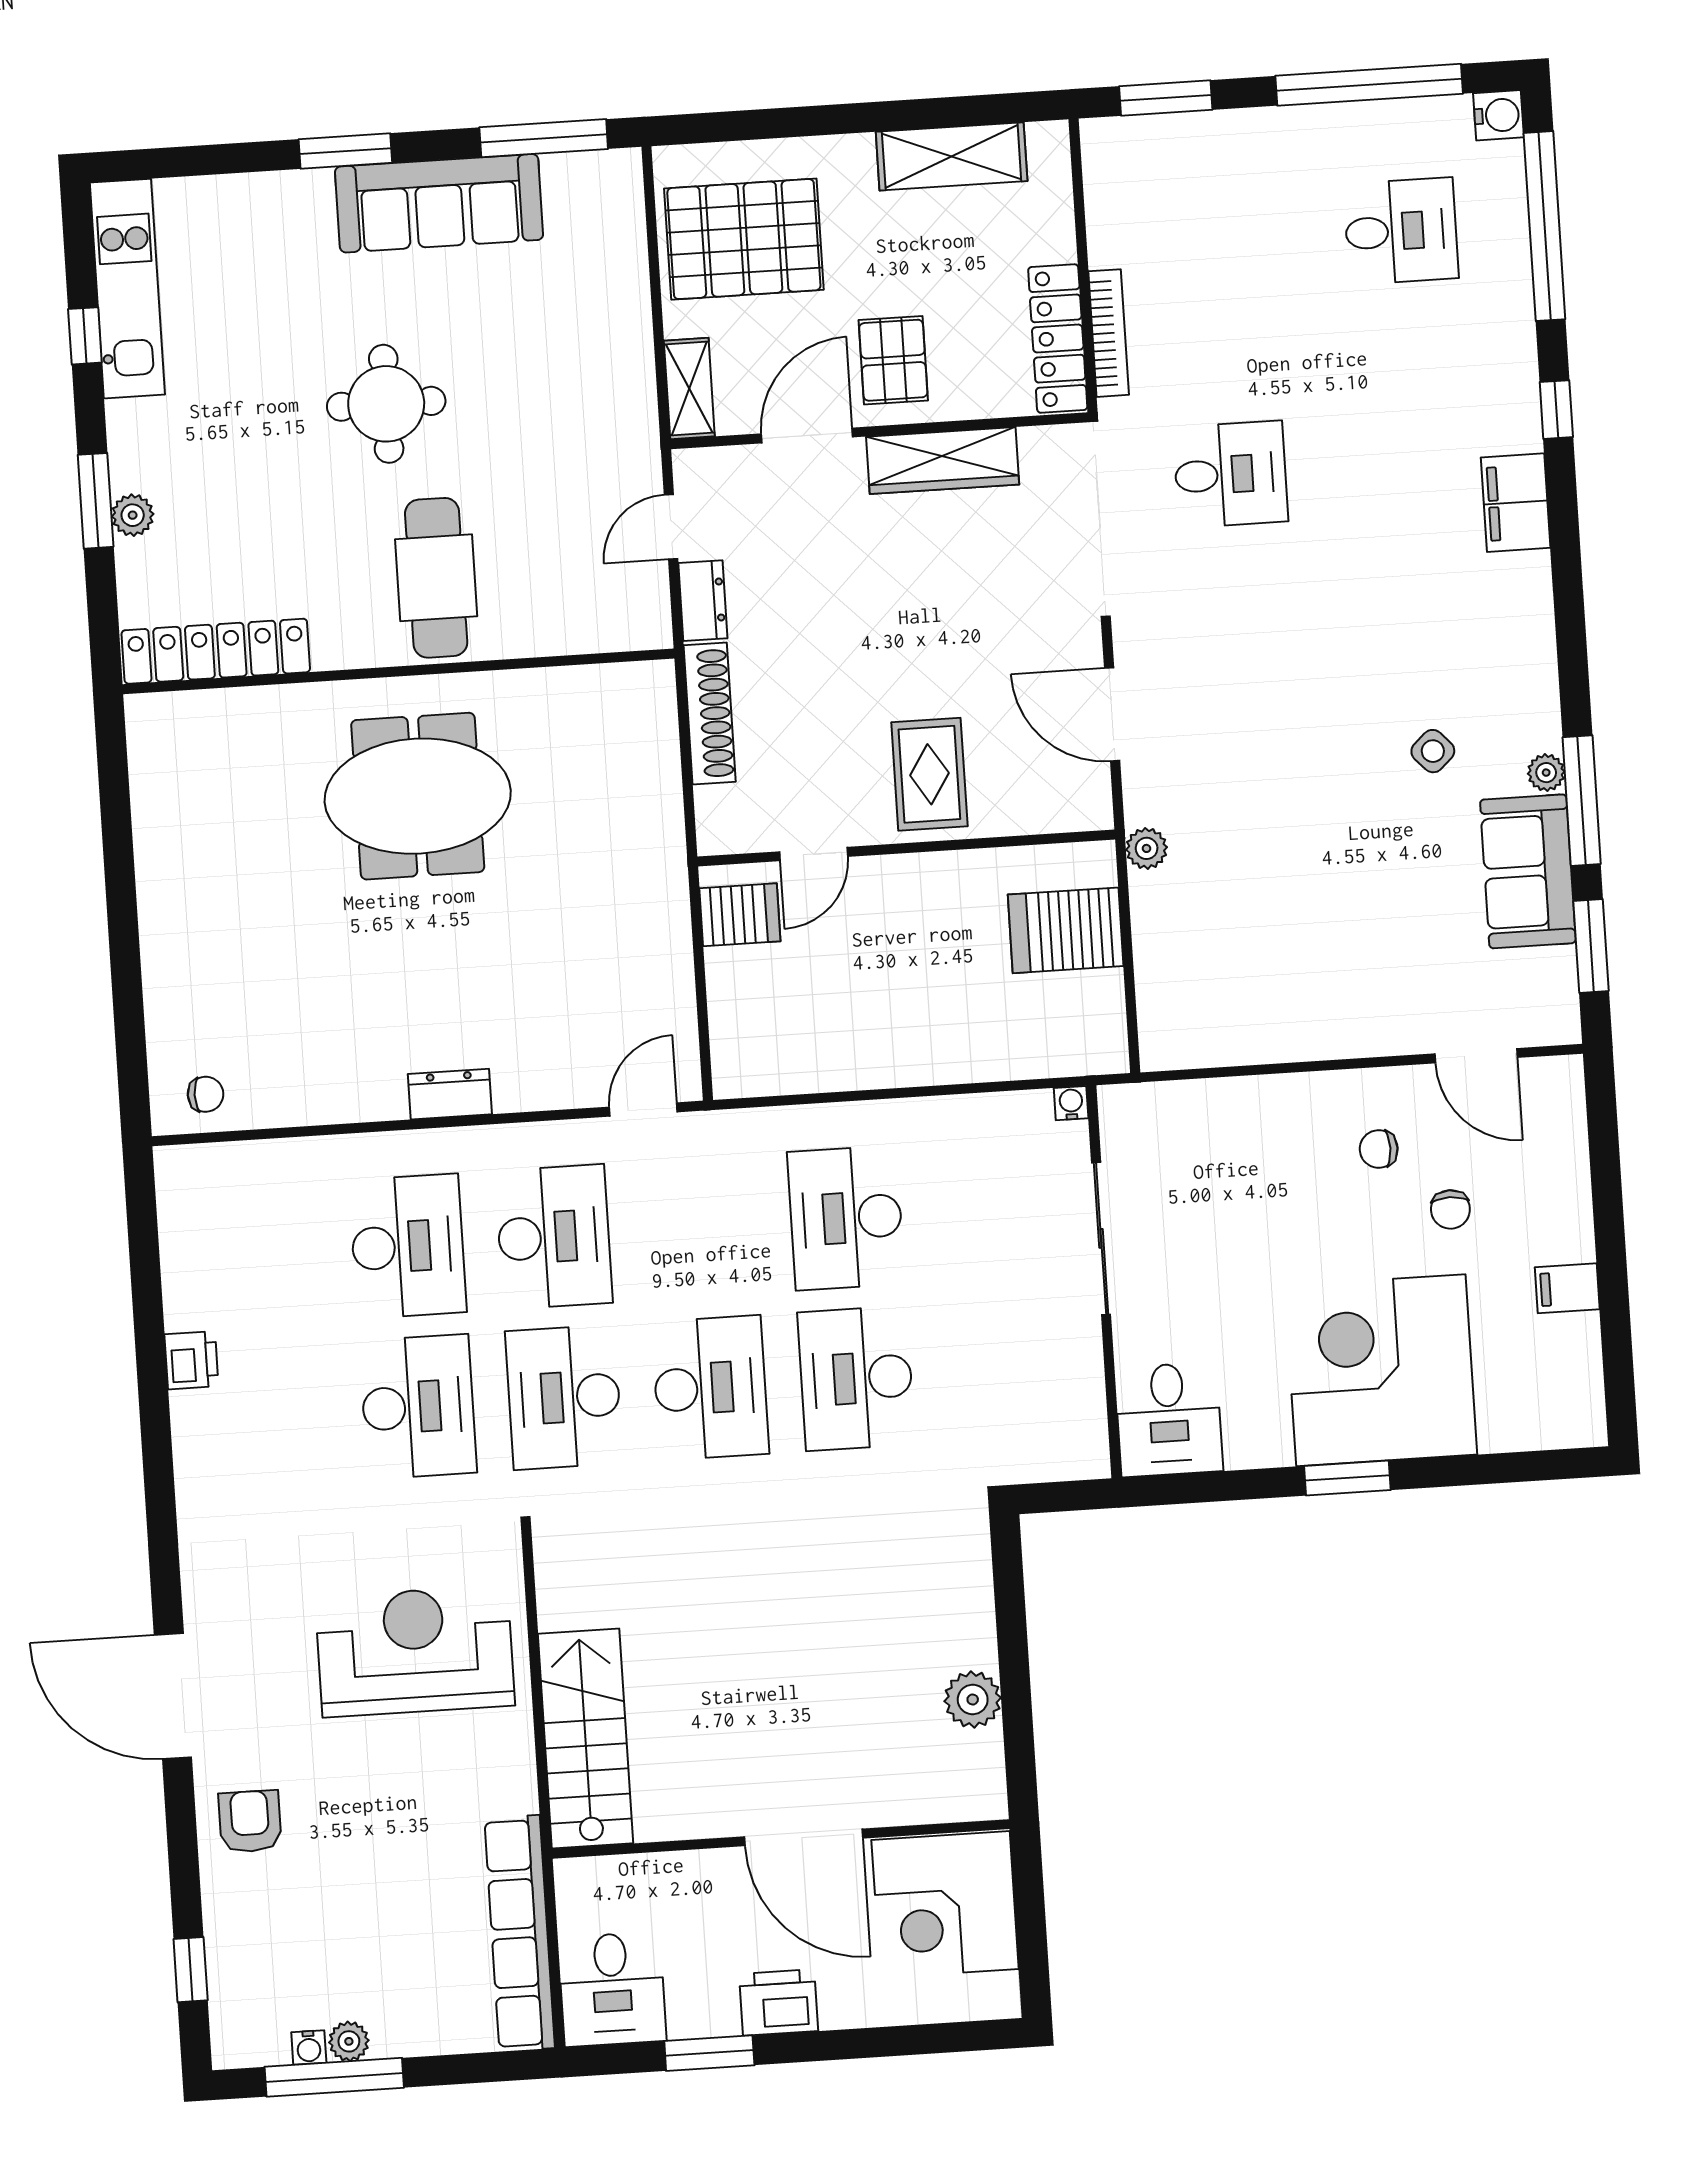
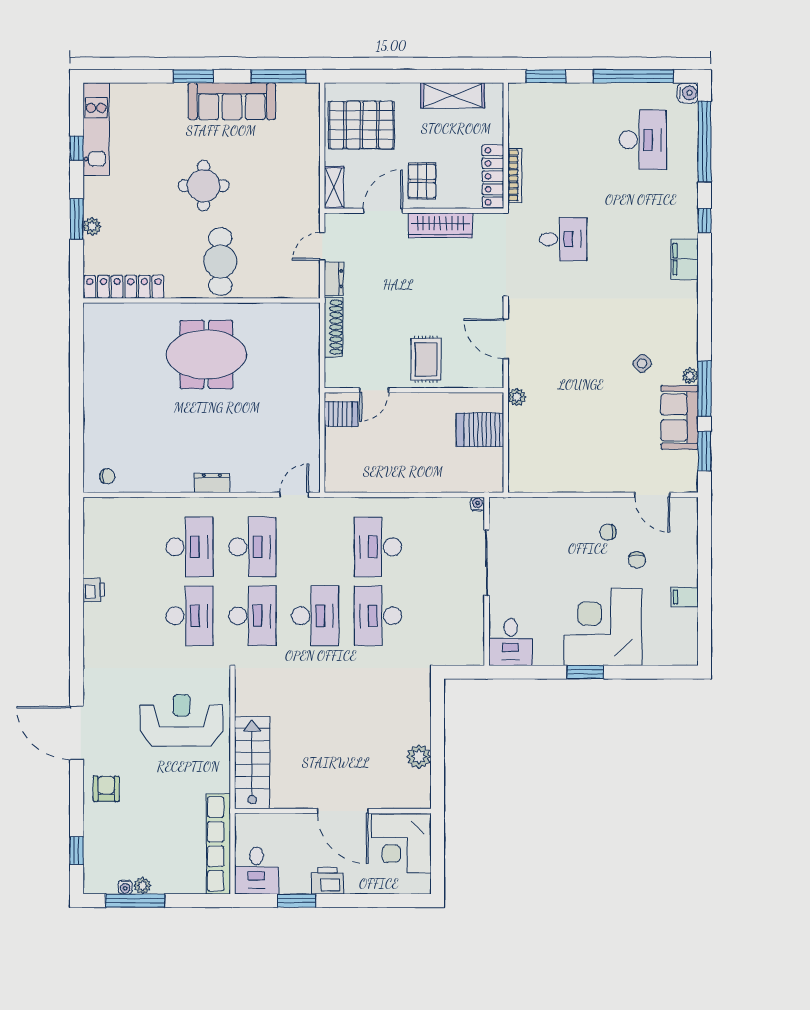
desk: (1401, 231) -> (643, 140), width x1.37
desk: (564, 1397) -> (252, 616), turned 180

